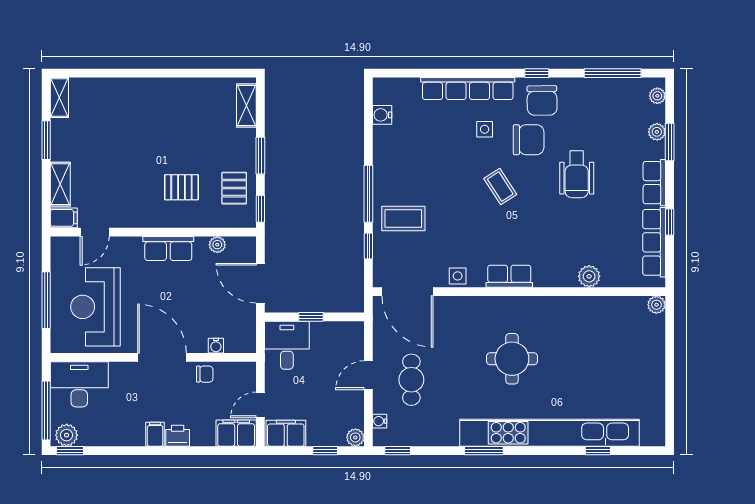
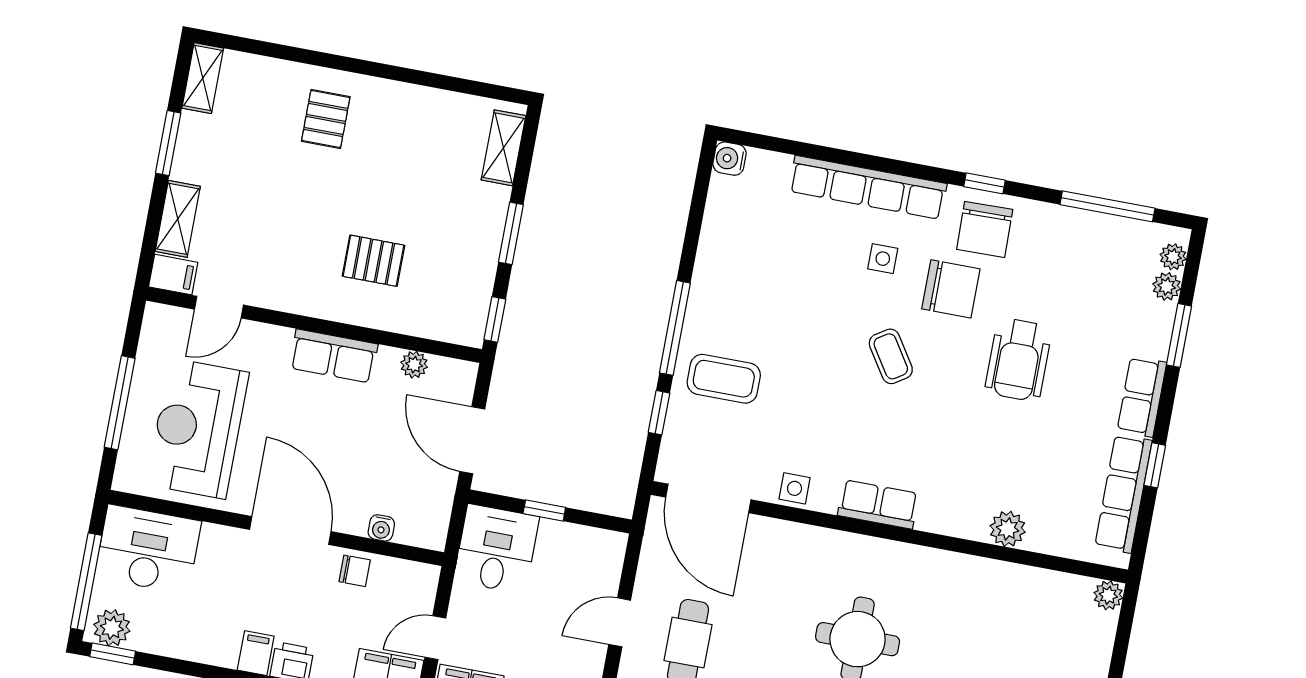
water cooler: (382, 115) -> (730, 159), moved
plant: (657, 132) -> (1167, 286), moved
pallet: (234, 188) -> (326, 119), moved

